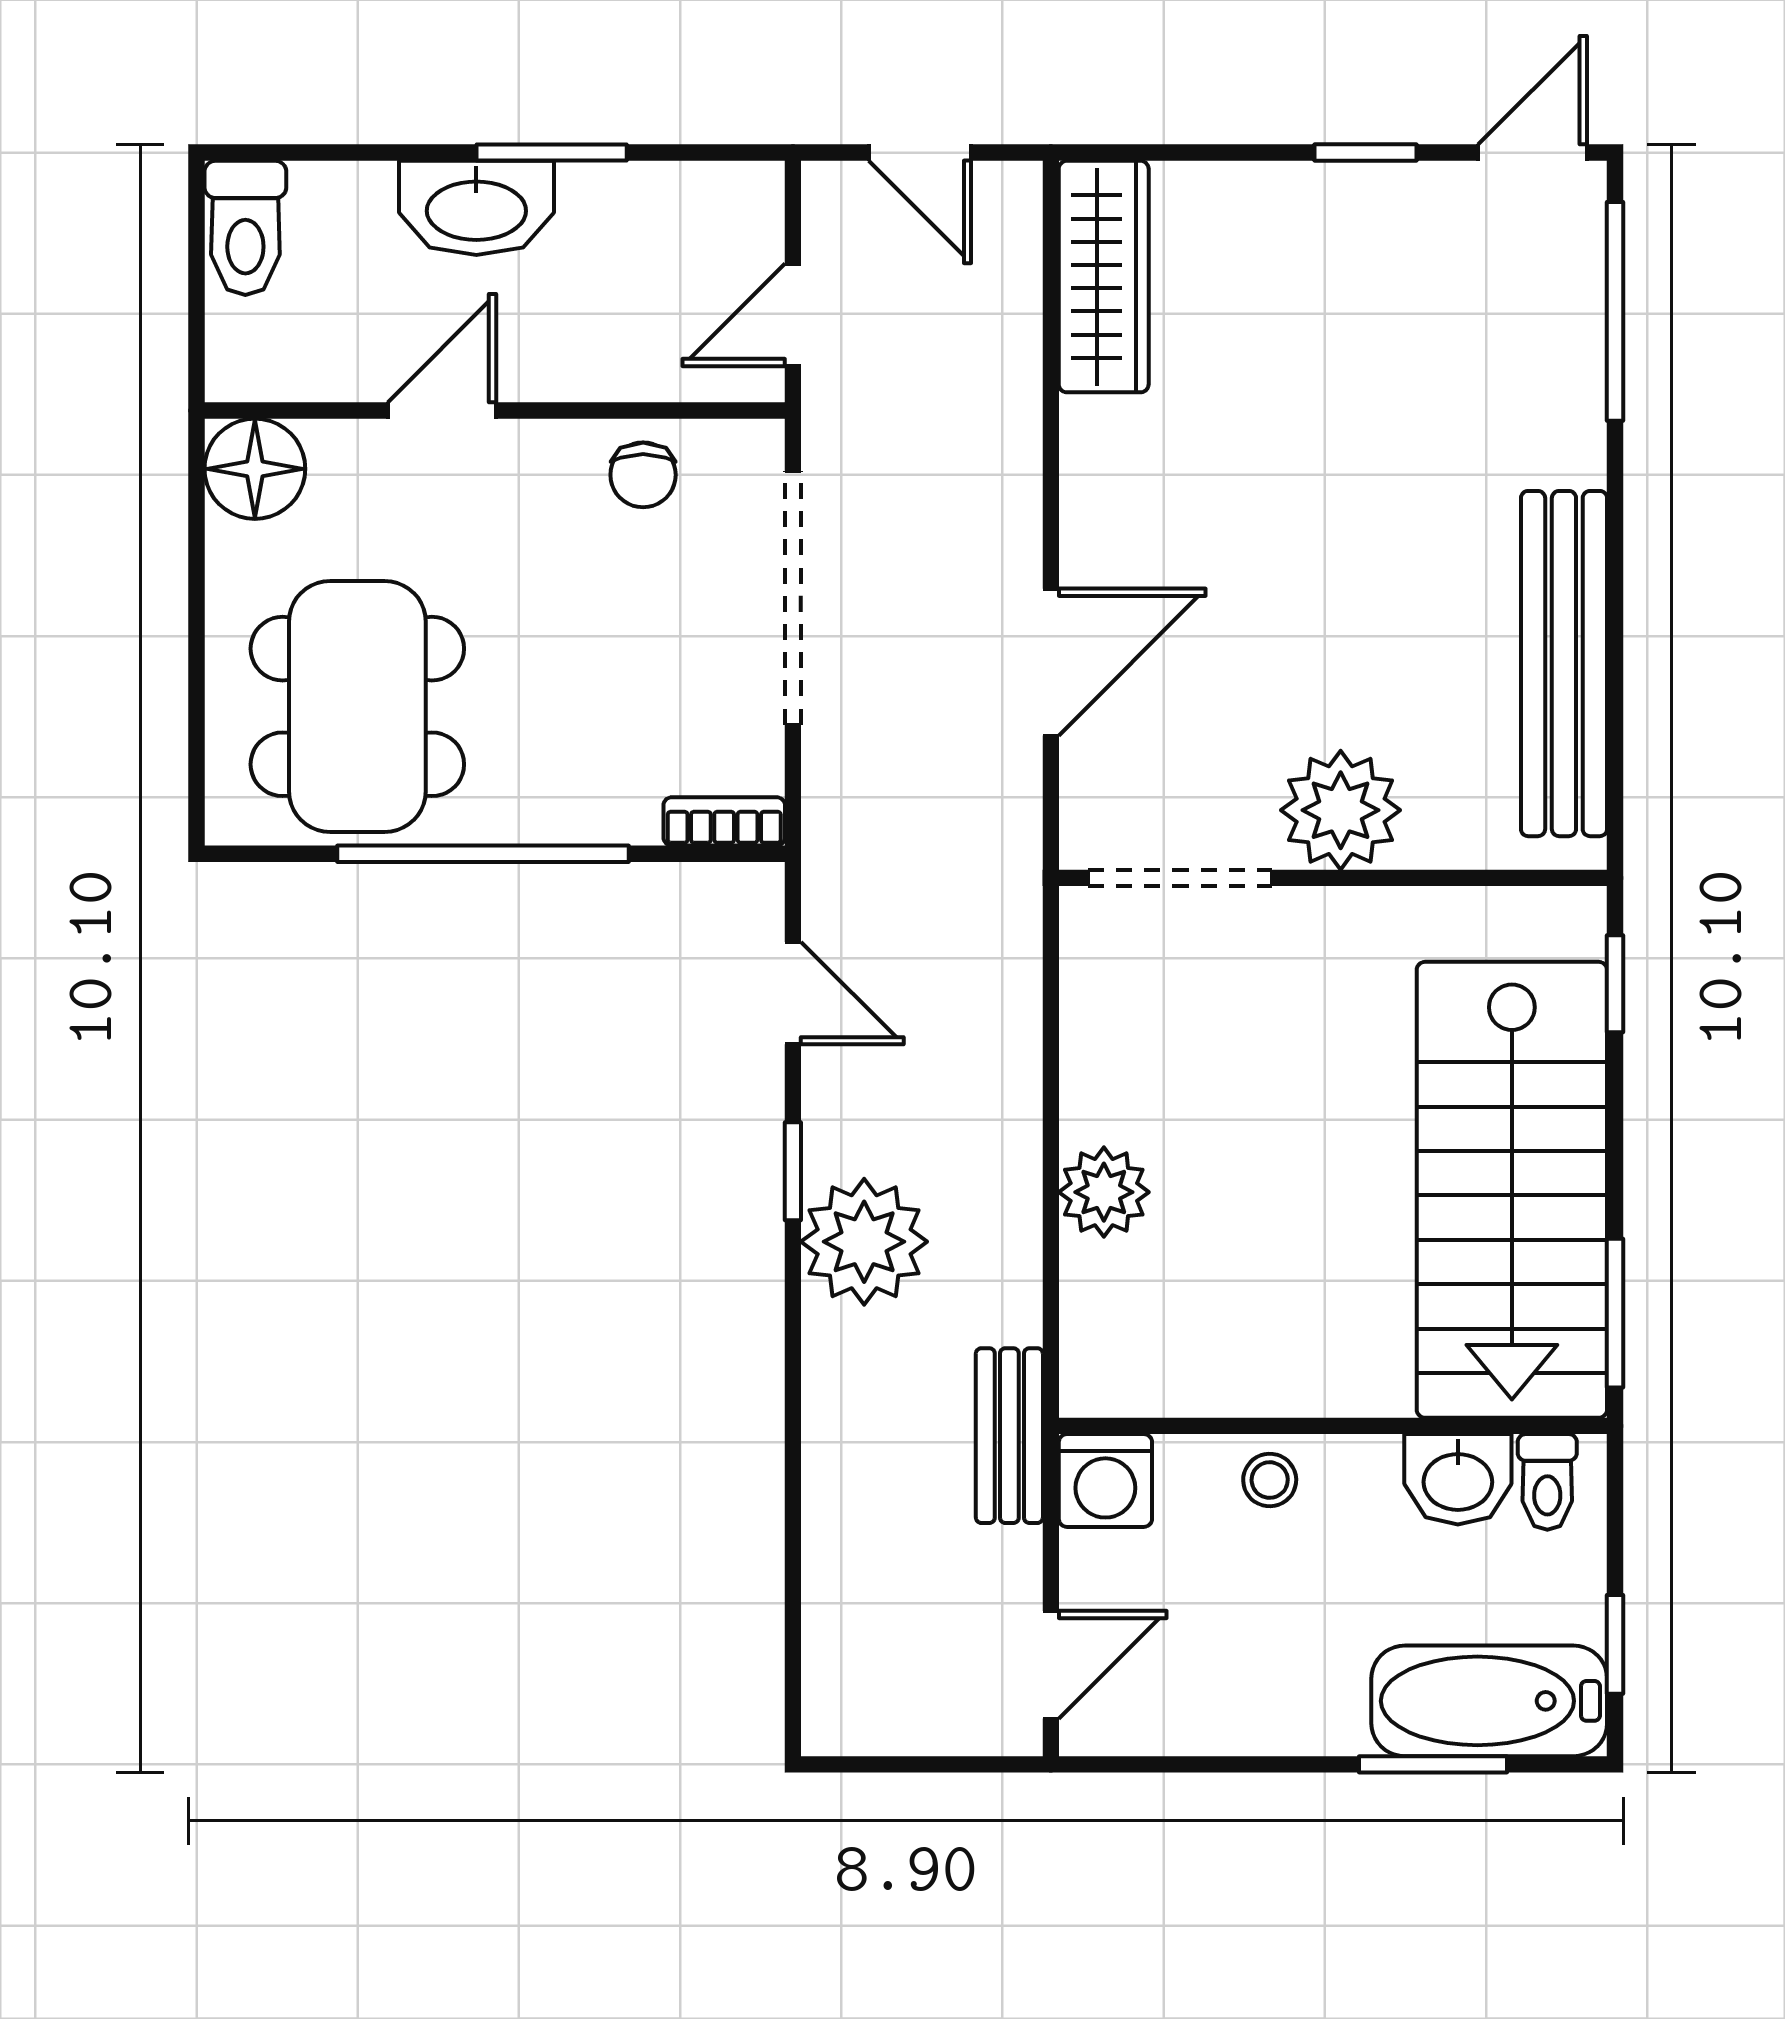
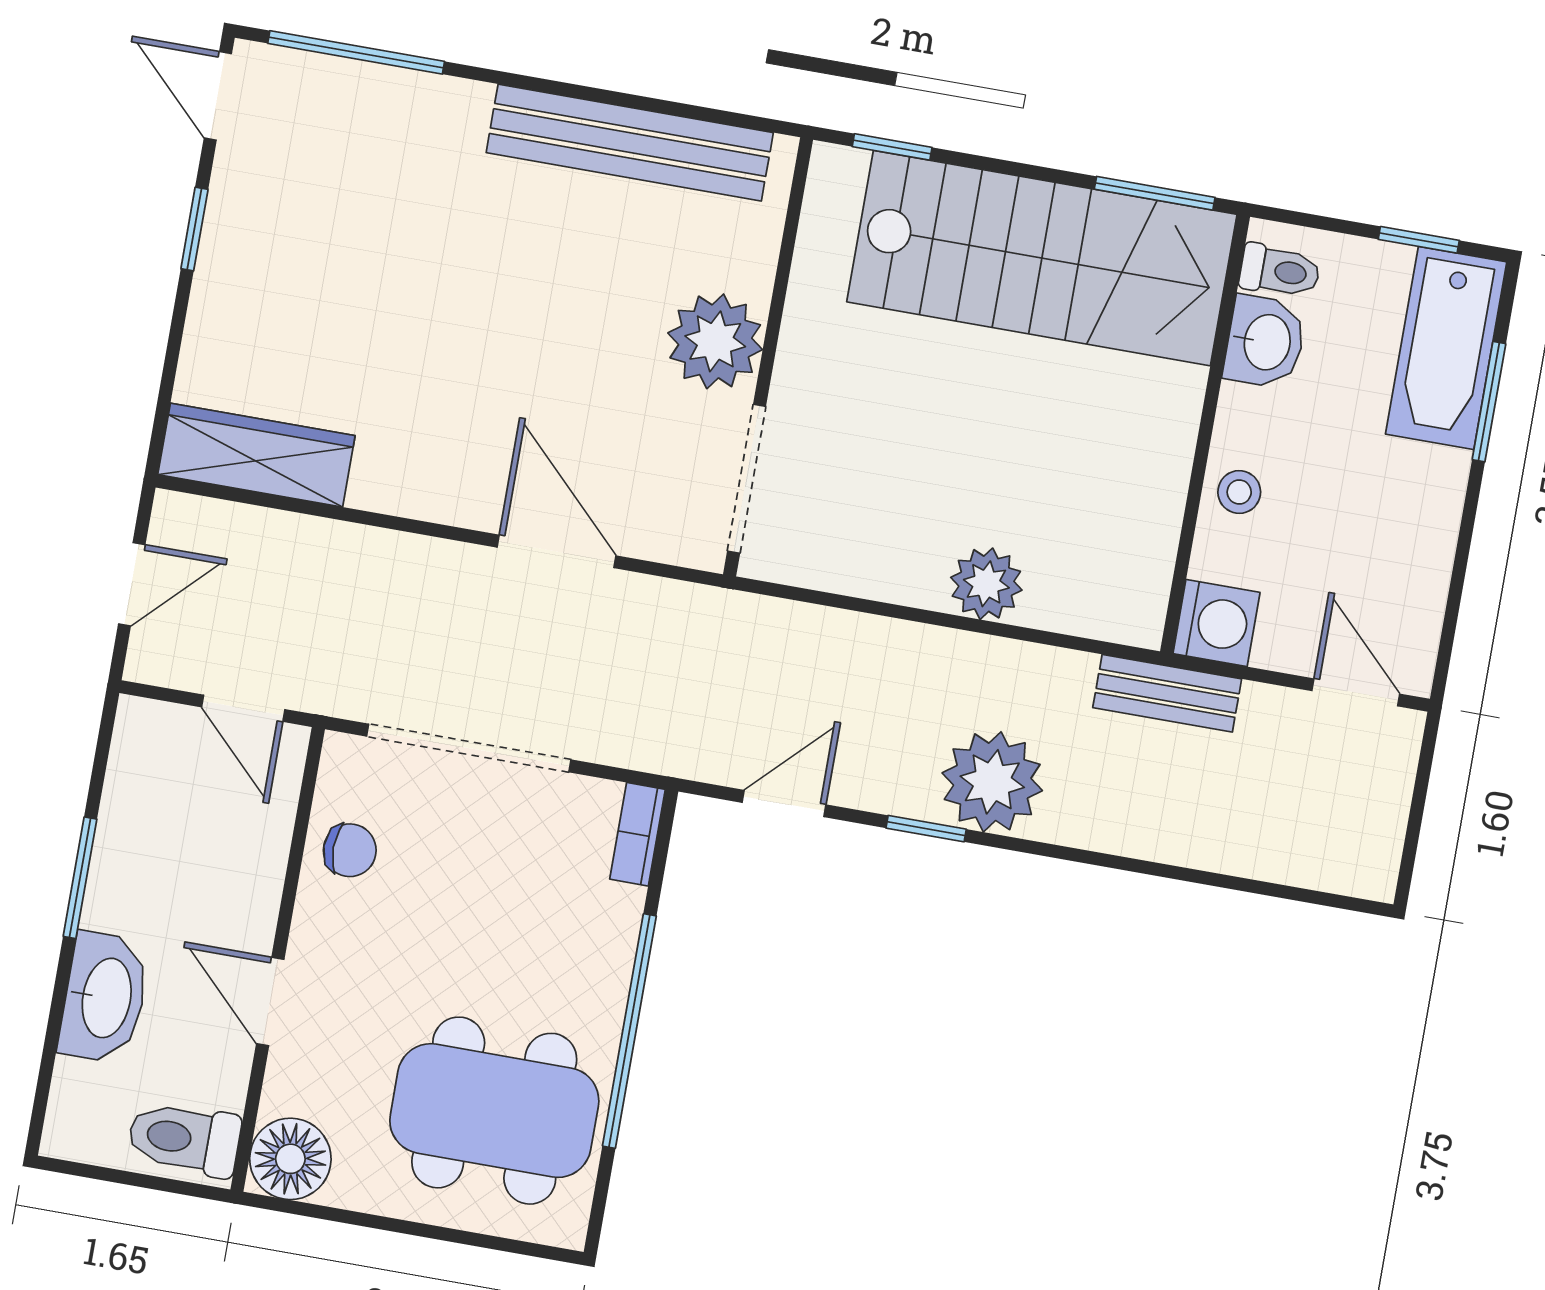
washbasin: (476, 208) -> (104, 998), moved
toilet: (245, 228) -> (184, 1139), moved, turned 180

